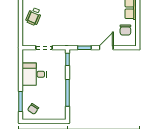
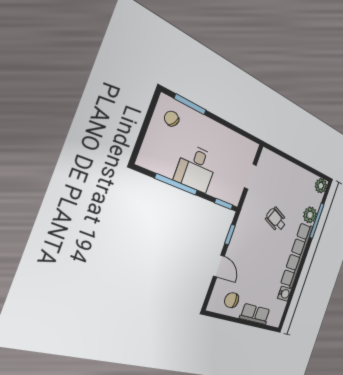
wheelchair: (34, 16) -> (276, 220), moved
desk: (34, 74) -> (196, 168), moved, turned 180

